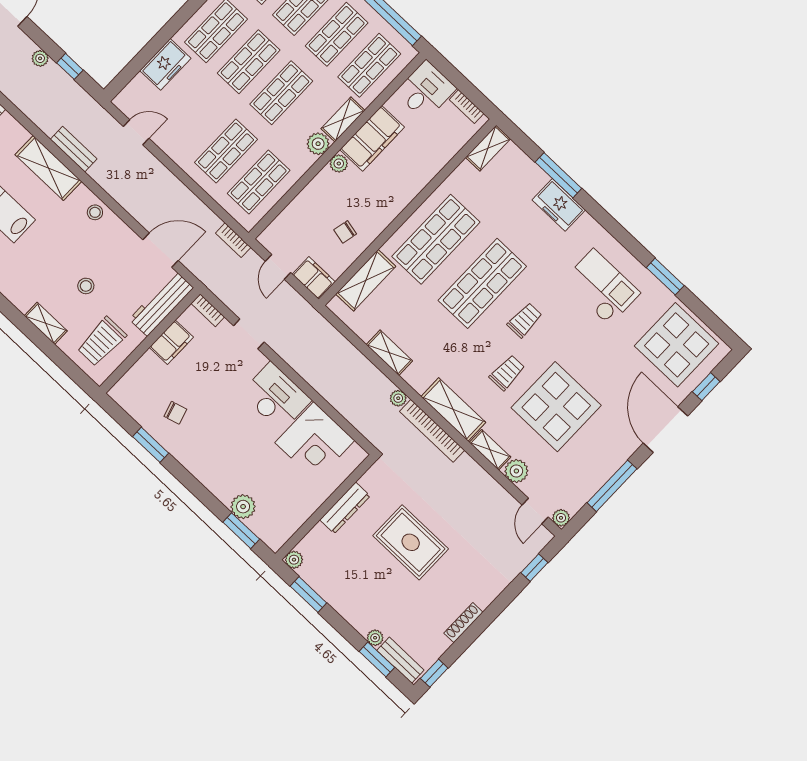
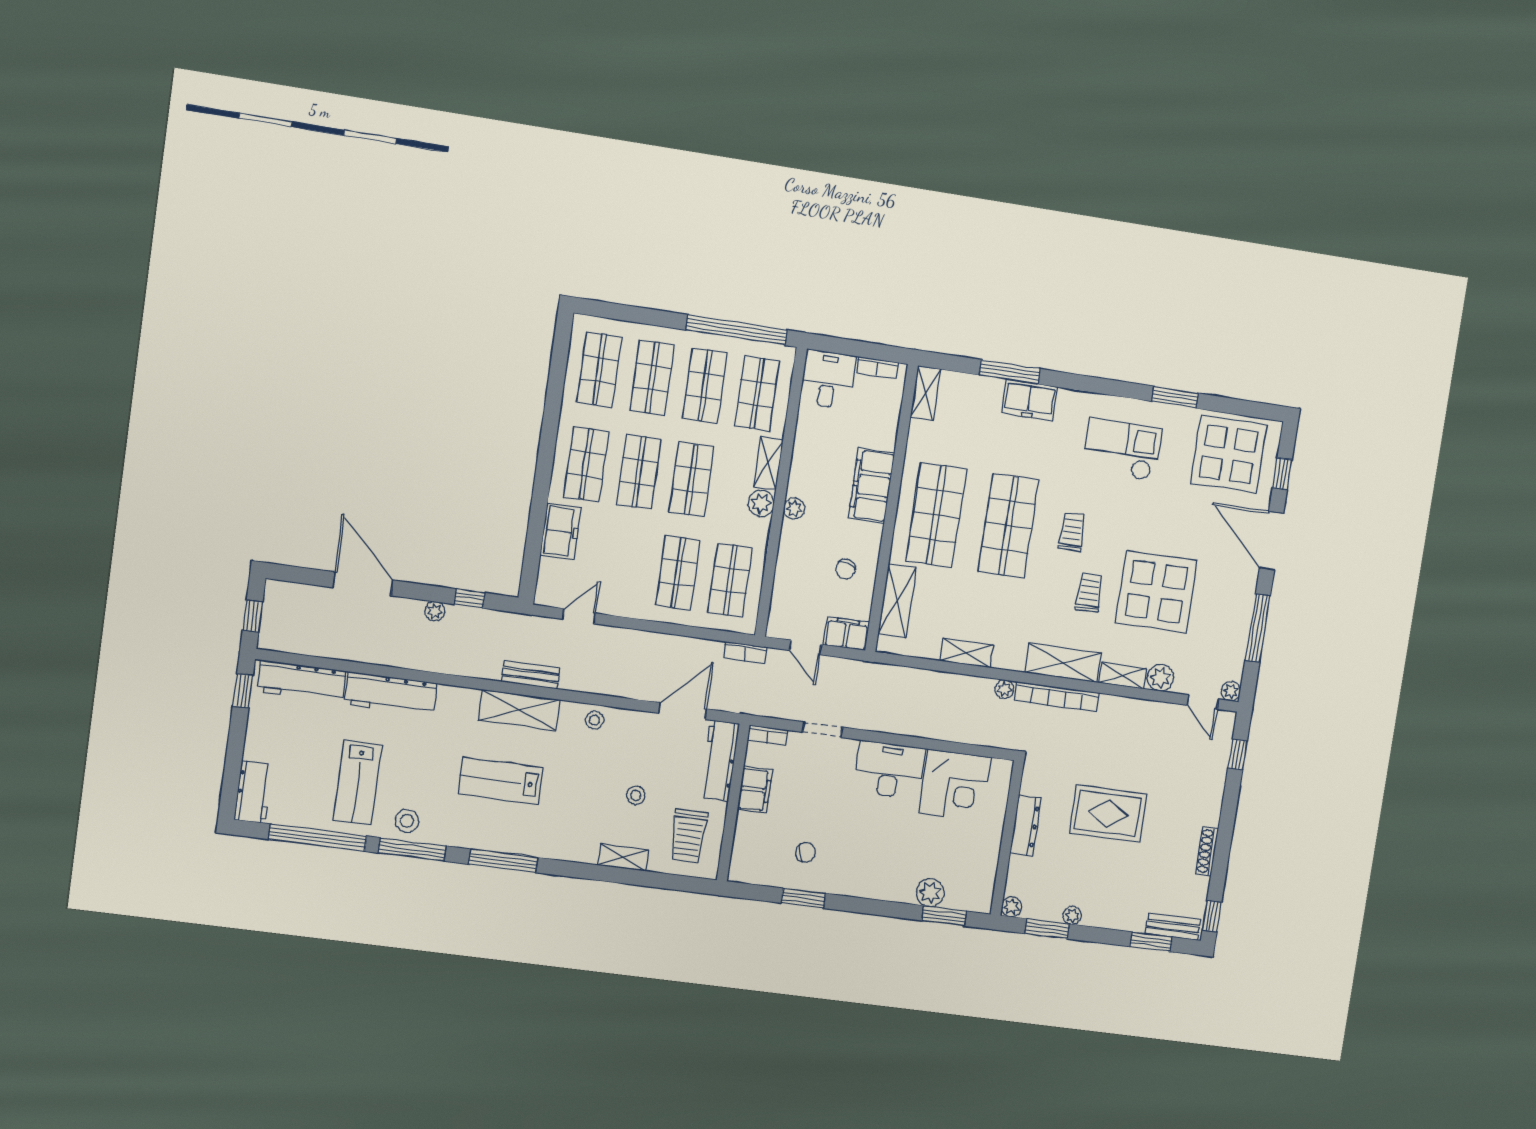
filing cabinet: (372, 138) -> (871, 486), moved, turned 180
plant: (375, 638) -> (1072, 915), moved

